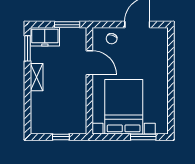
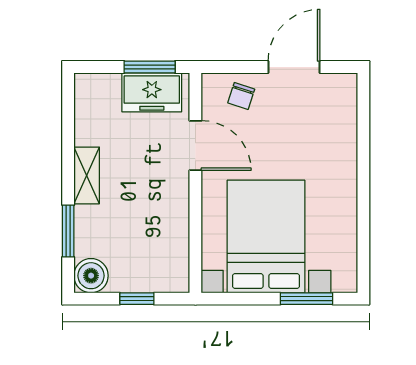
freezer: (45, 37) -> (152, 92), moved
window: (28, 48) -> (68, 231), moved
boiler: (39, 126) -> (91, 276), added

